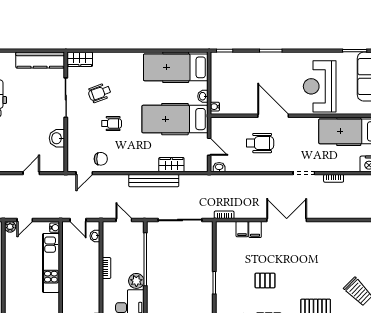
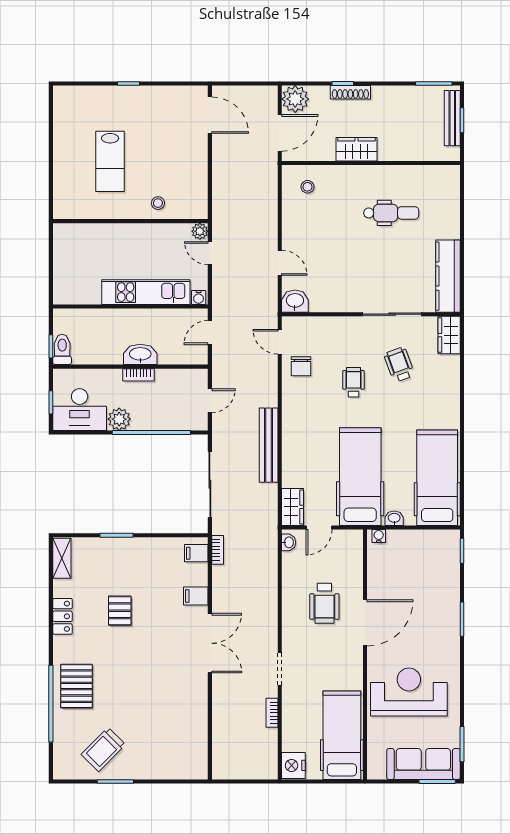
wheelchair: (111, 124) -> (353, 382), turned 180
washbasin: (57, 138) -> (295, 301), moved
wardrobe: (171, 165) -> (292, 507), moved
filing cabinet: (242, 229) -> (196, 553), moved
washbasin: (95, 236) -> (140, 354), moved, width x1.91, depth x1.45

